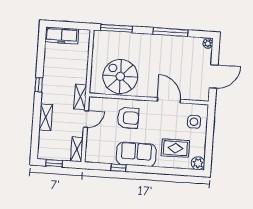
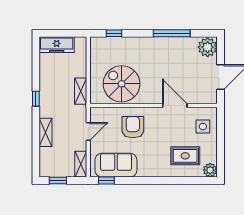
window: (116, 28) -> (114, 33), width x0.46
plant: (208, 44) -> (208, 47), width x1.87, depth x1.87
shelving: (80, 97) -> (81, 91), moved
armchair: (128, 118) -> (133, 127), turned -90
sofa: (136, 154) -> (116, 165), moved
window: (119, 168) -> (106, 181), moved

